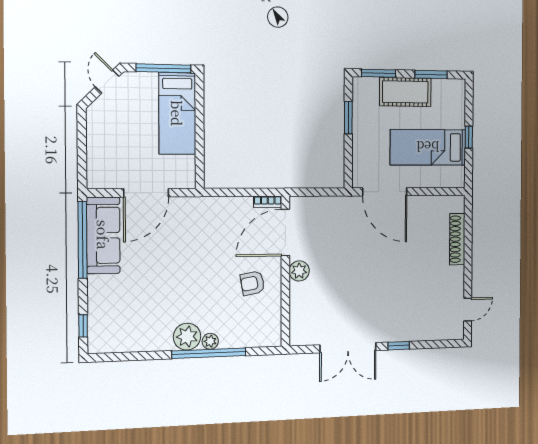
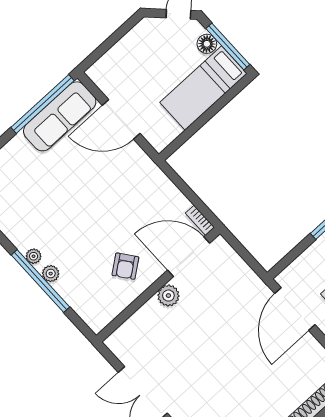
floor lamp: (148, 81) -> (207, 44), added
armchair: (252, 283) -> (125, 266), turned -117
plant: (187, 337) -> (34, 256), width x0.53, depth x0.53

